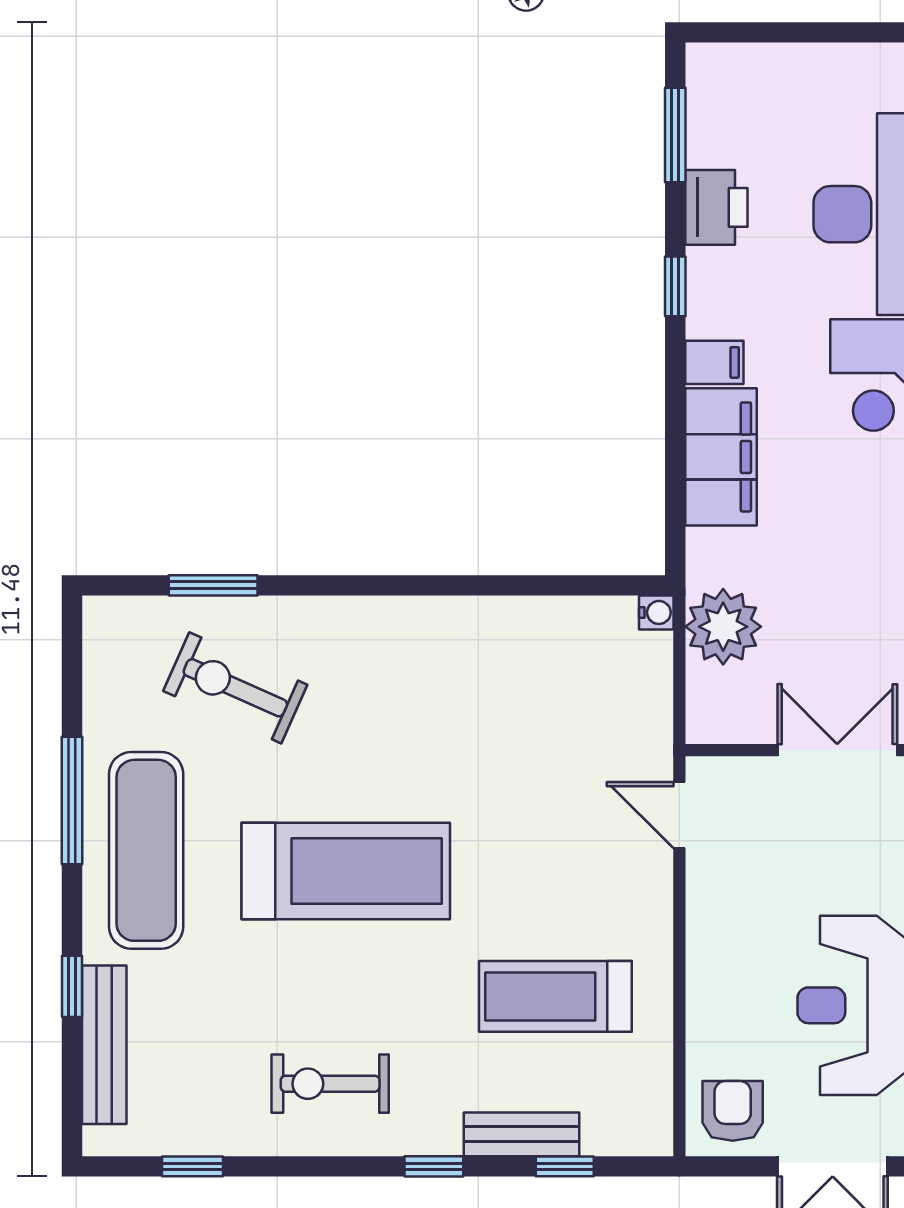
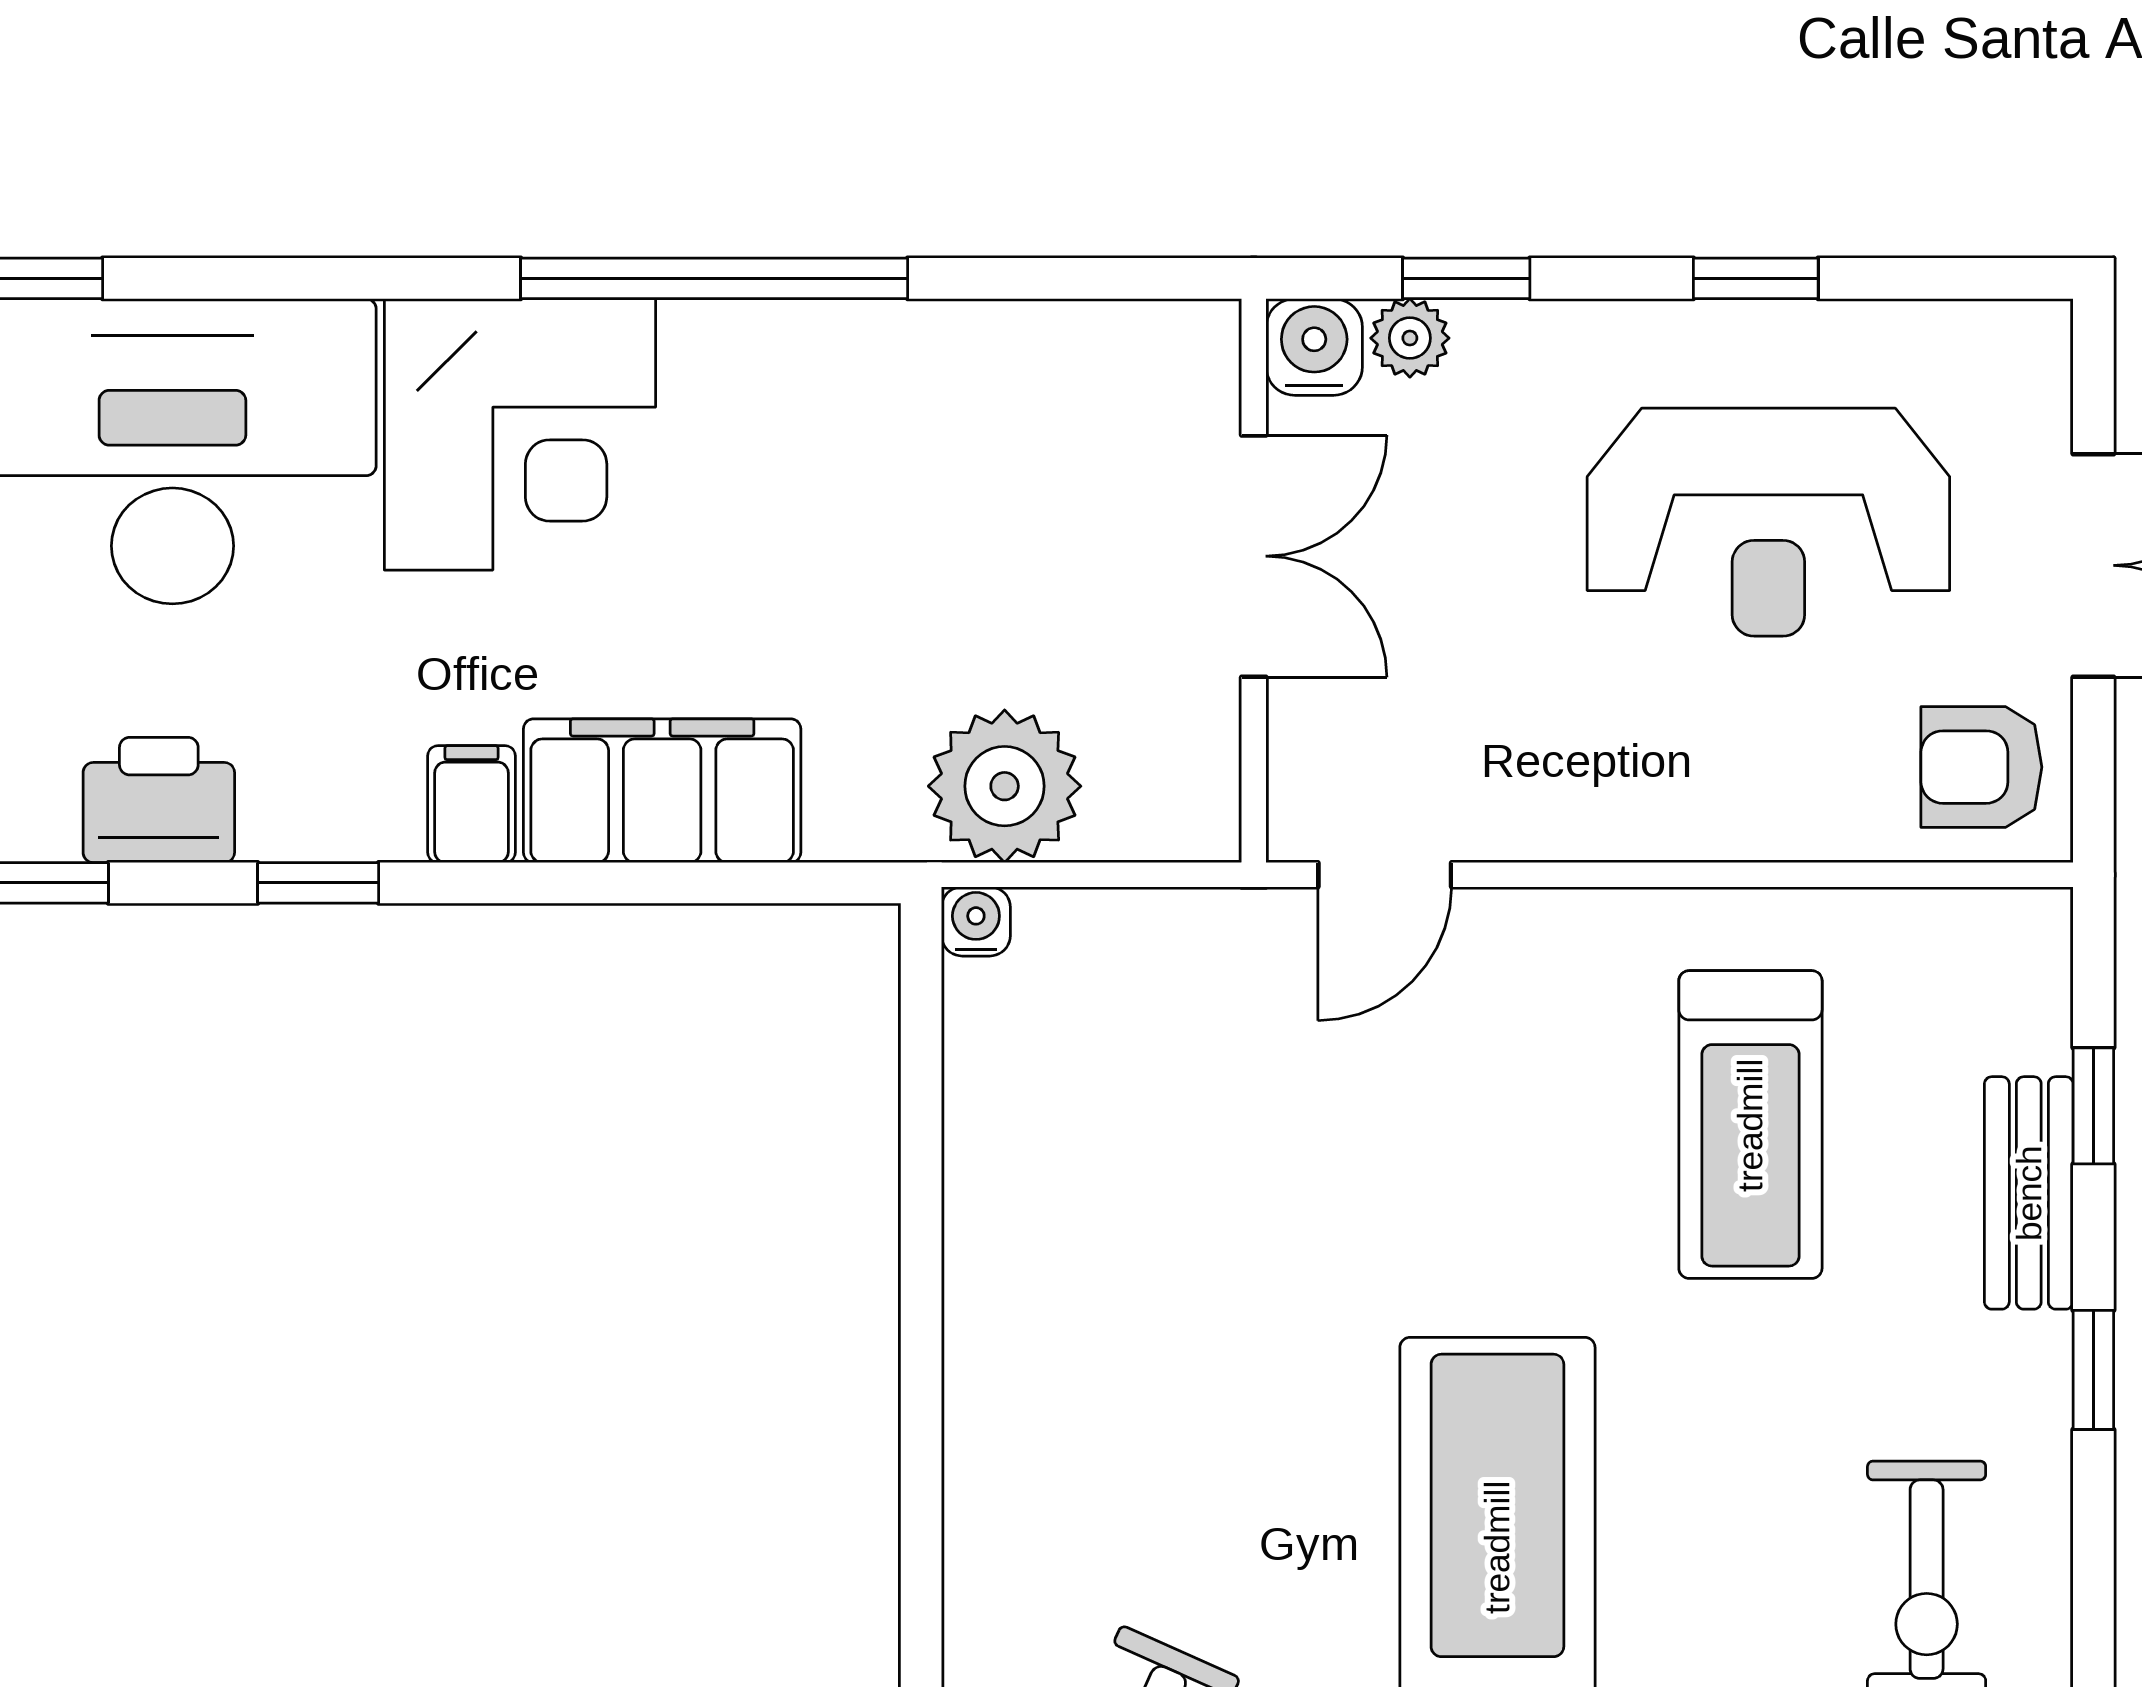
double door: (837, 750) -> (1254, 556), swing flipped

